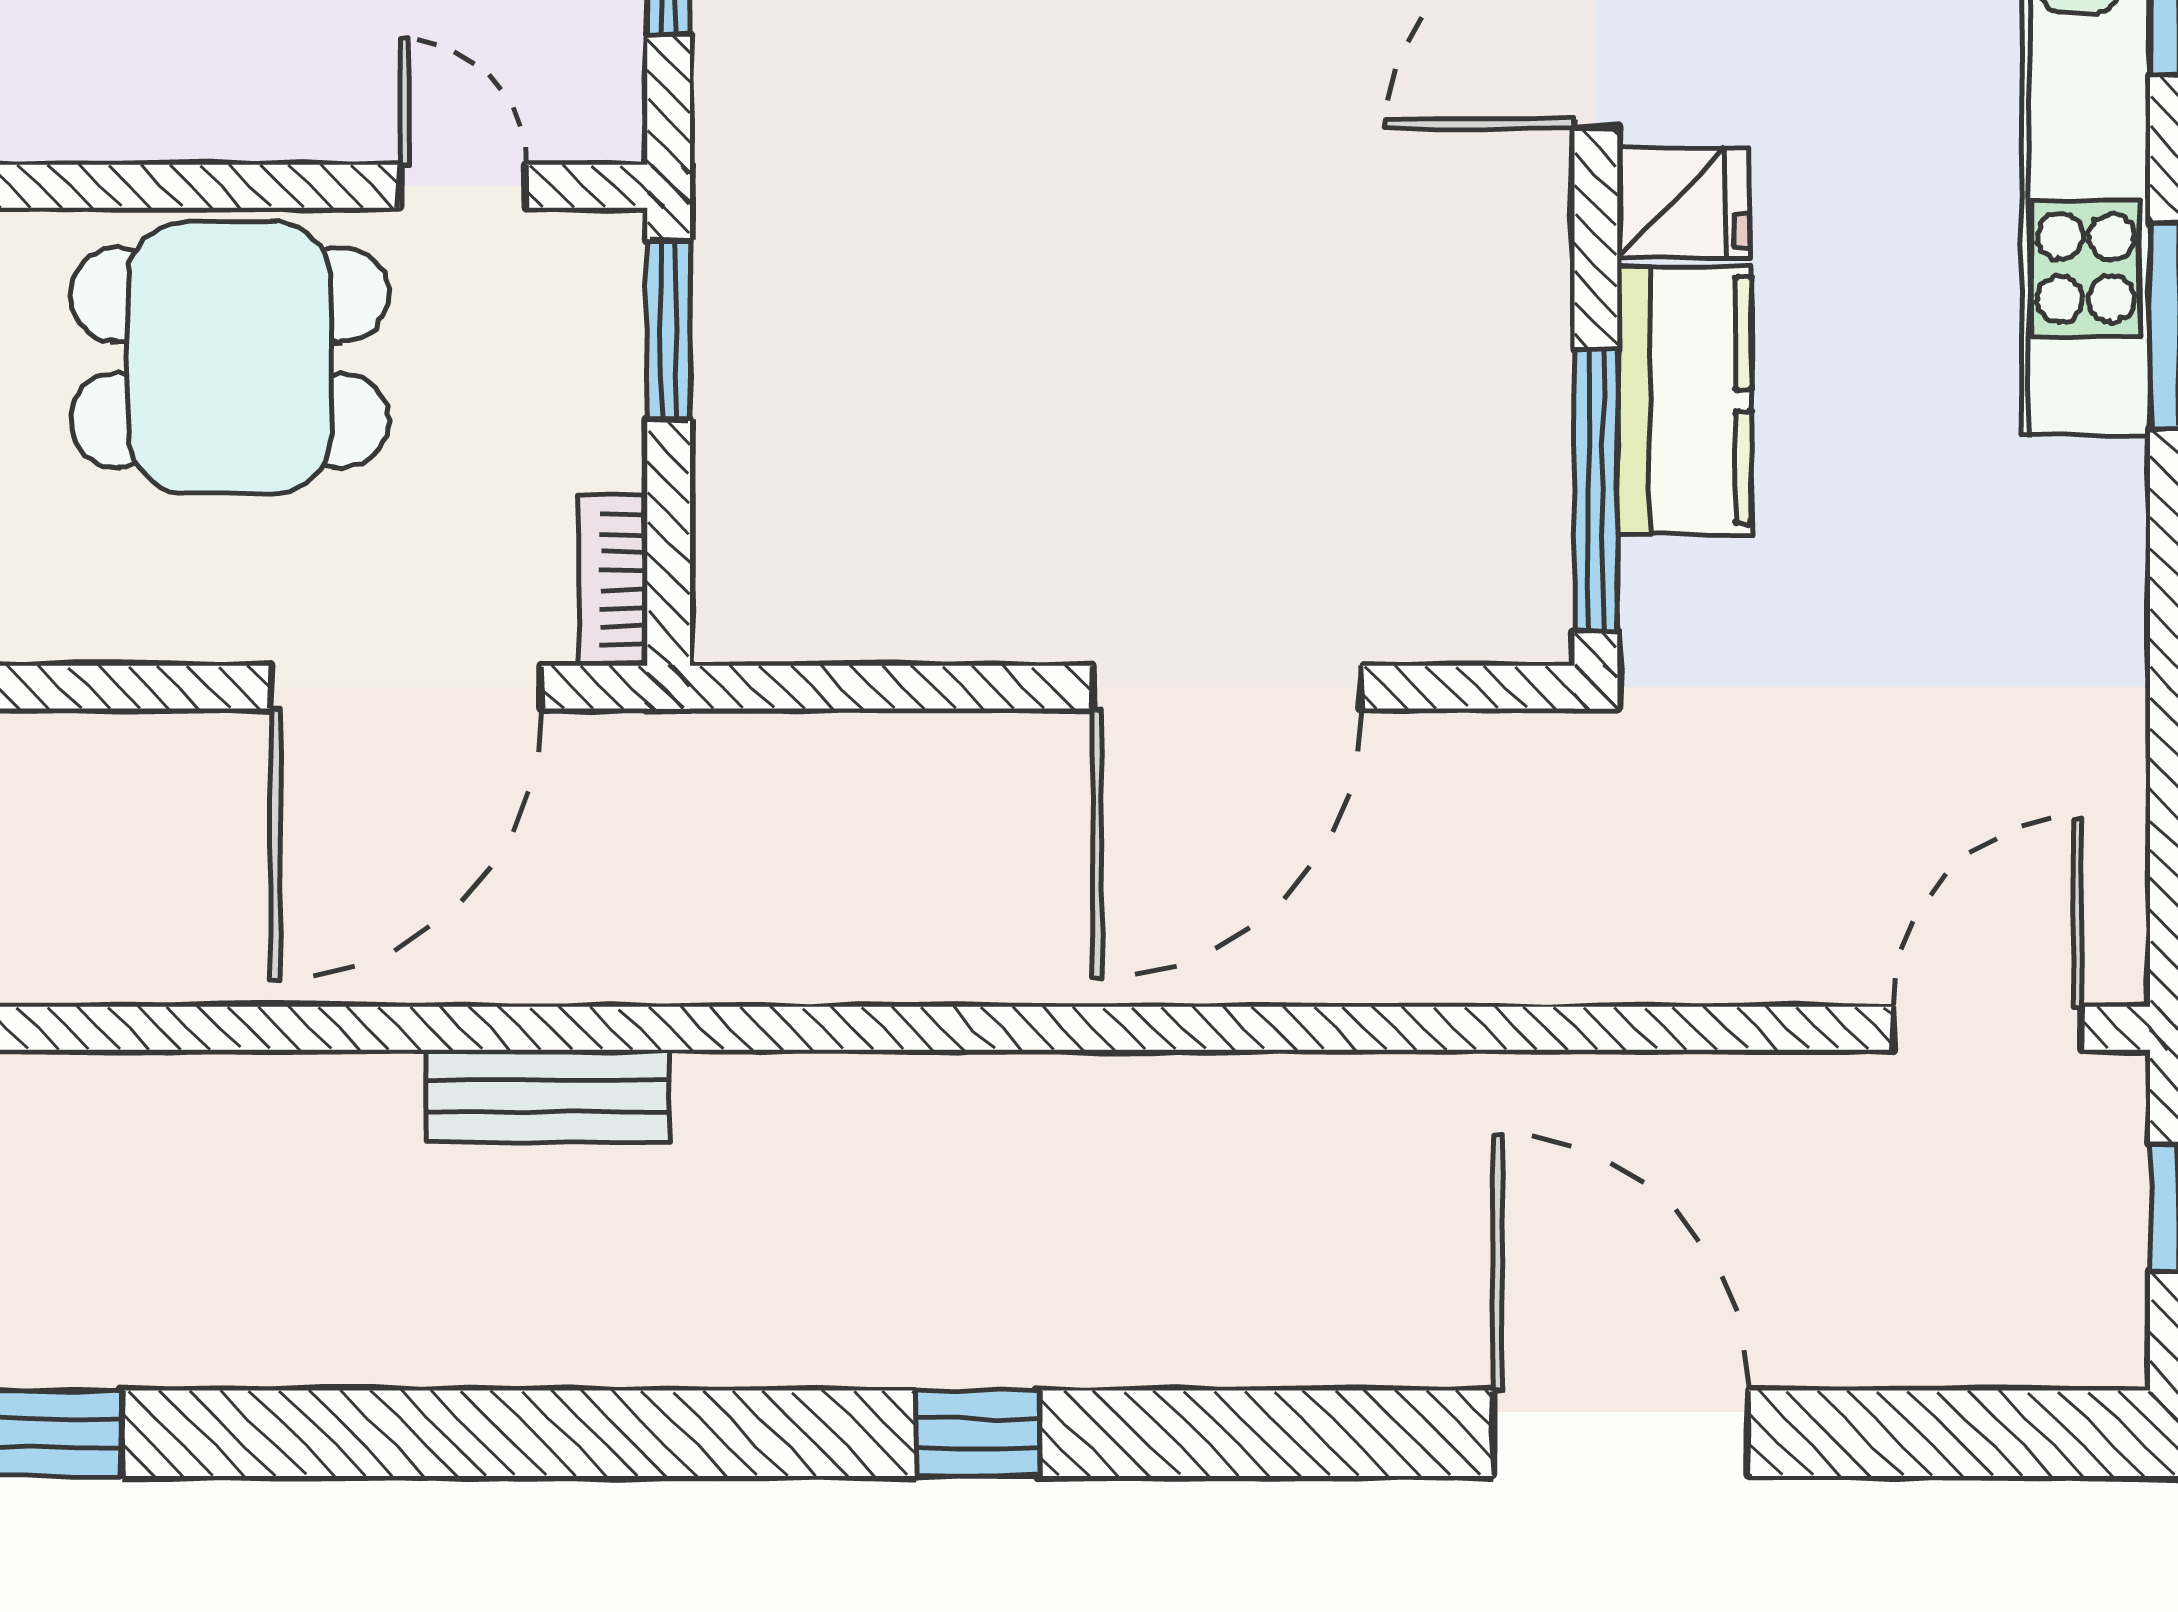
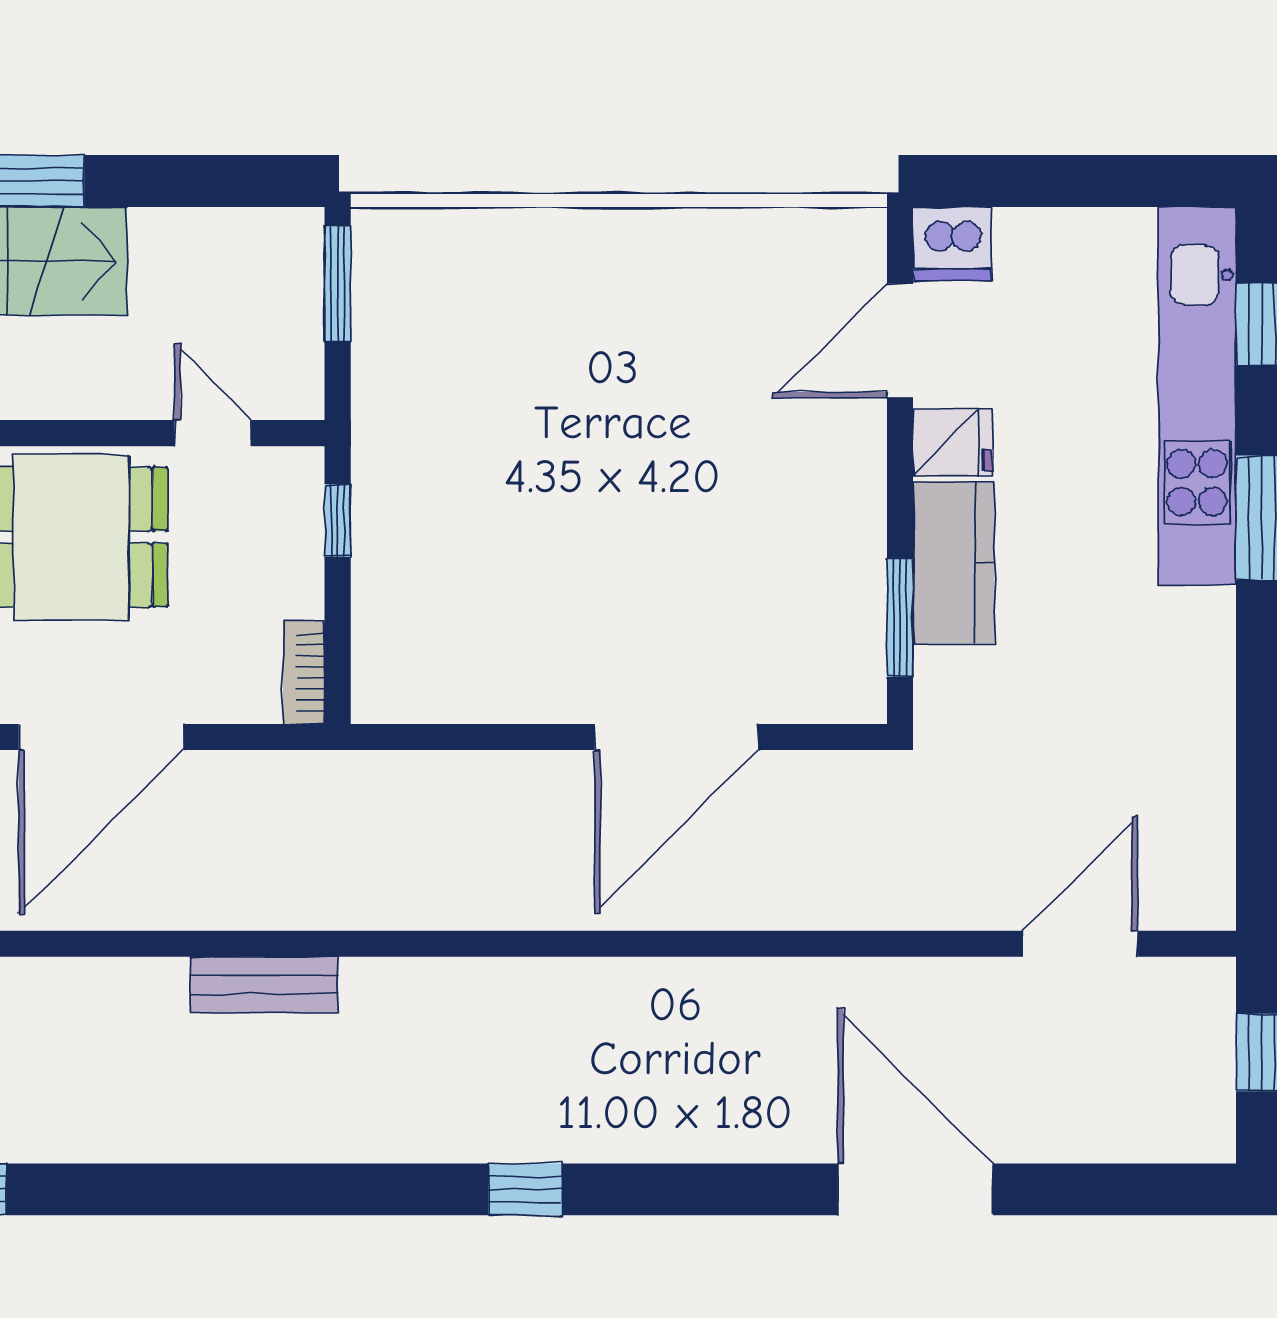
window: (669, 330) -> (338, 521), width x0.67
window: (1596, 490) -> (900, 618), width x0.69
door: (406, 687) -> (101, 737), moved
door: (1988, 1028) -> (1080, 944), moved

